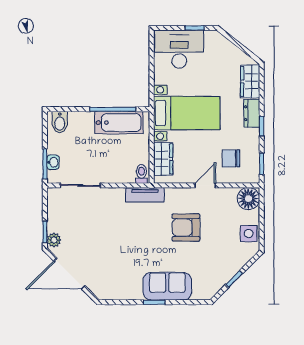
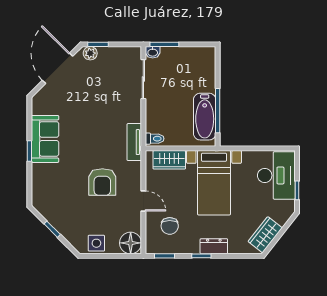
wardrobe: (250, 81) -> (265, 235), moved, turned -52
bidet: (60, 122) -> (205, 59), removed
chair: (231, 158) -> (170, 226), turned 180
washbasin: (53, 162) -> (153, 52), moved
armchair: (186, 228) -> (102, 182), turned 180
sofa: (167, 286) -> (45, 139), moved

